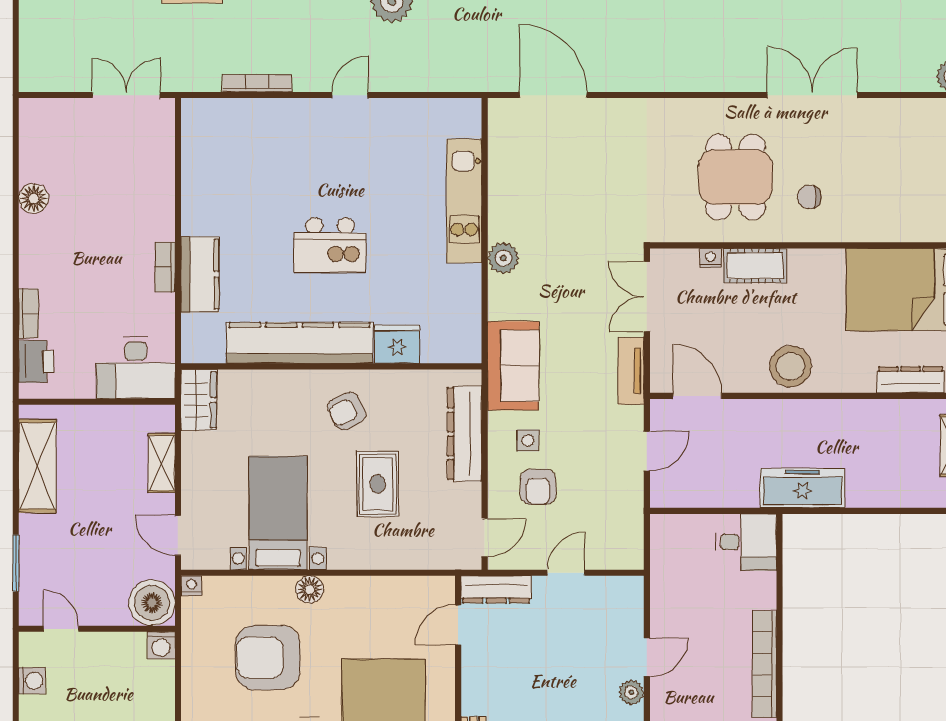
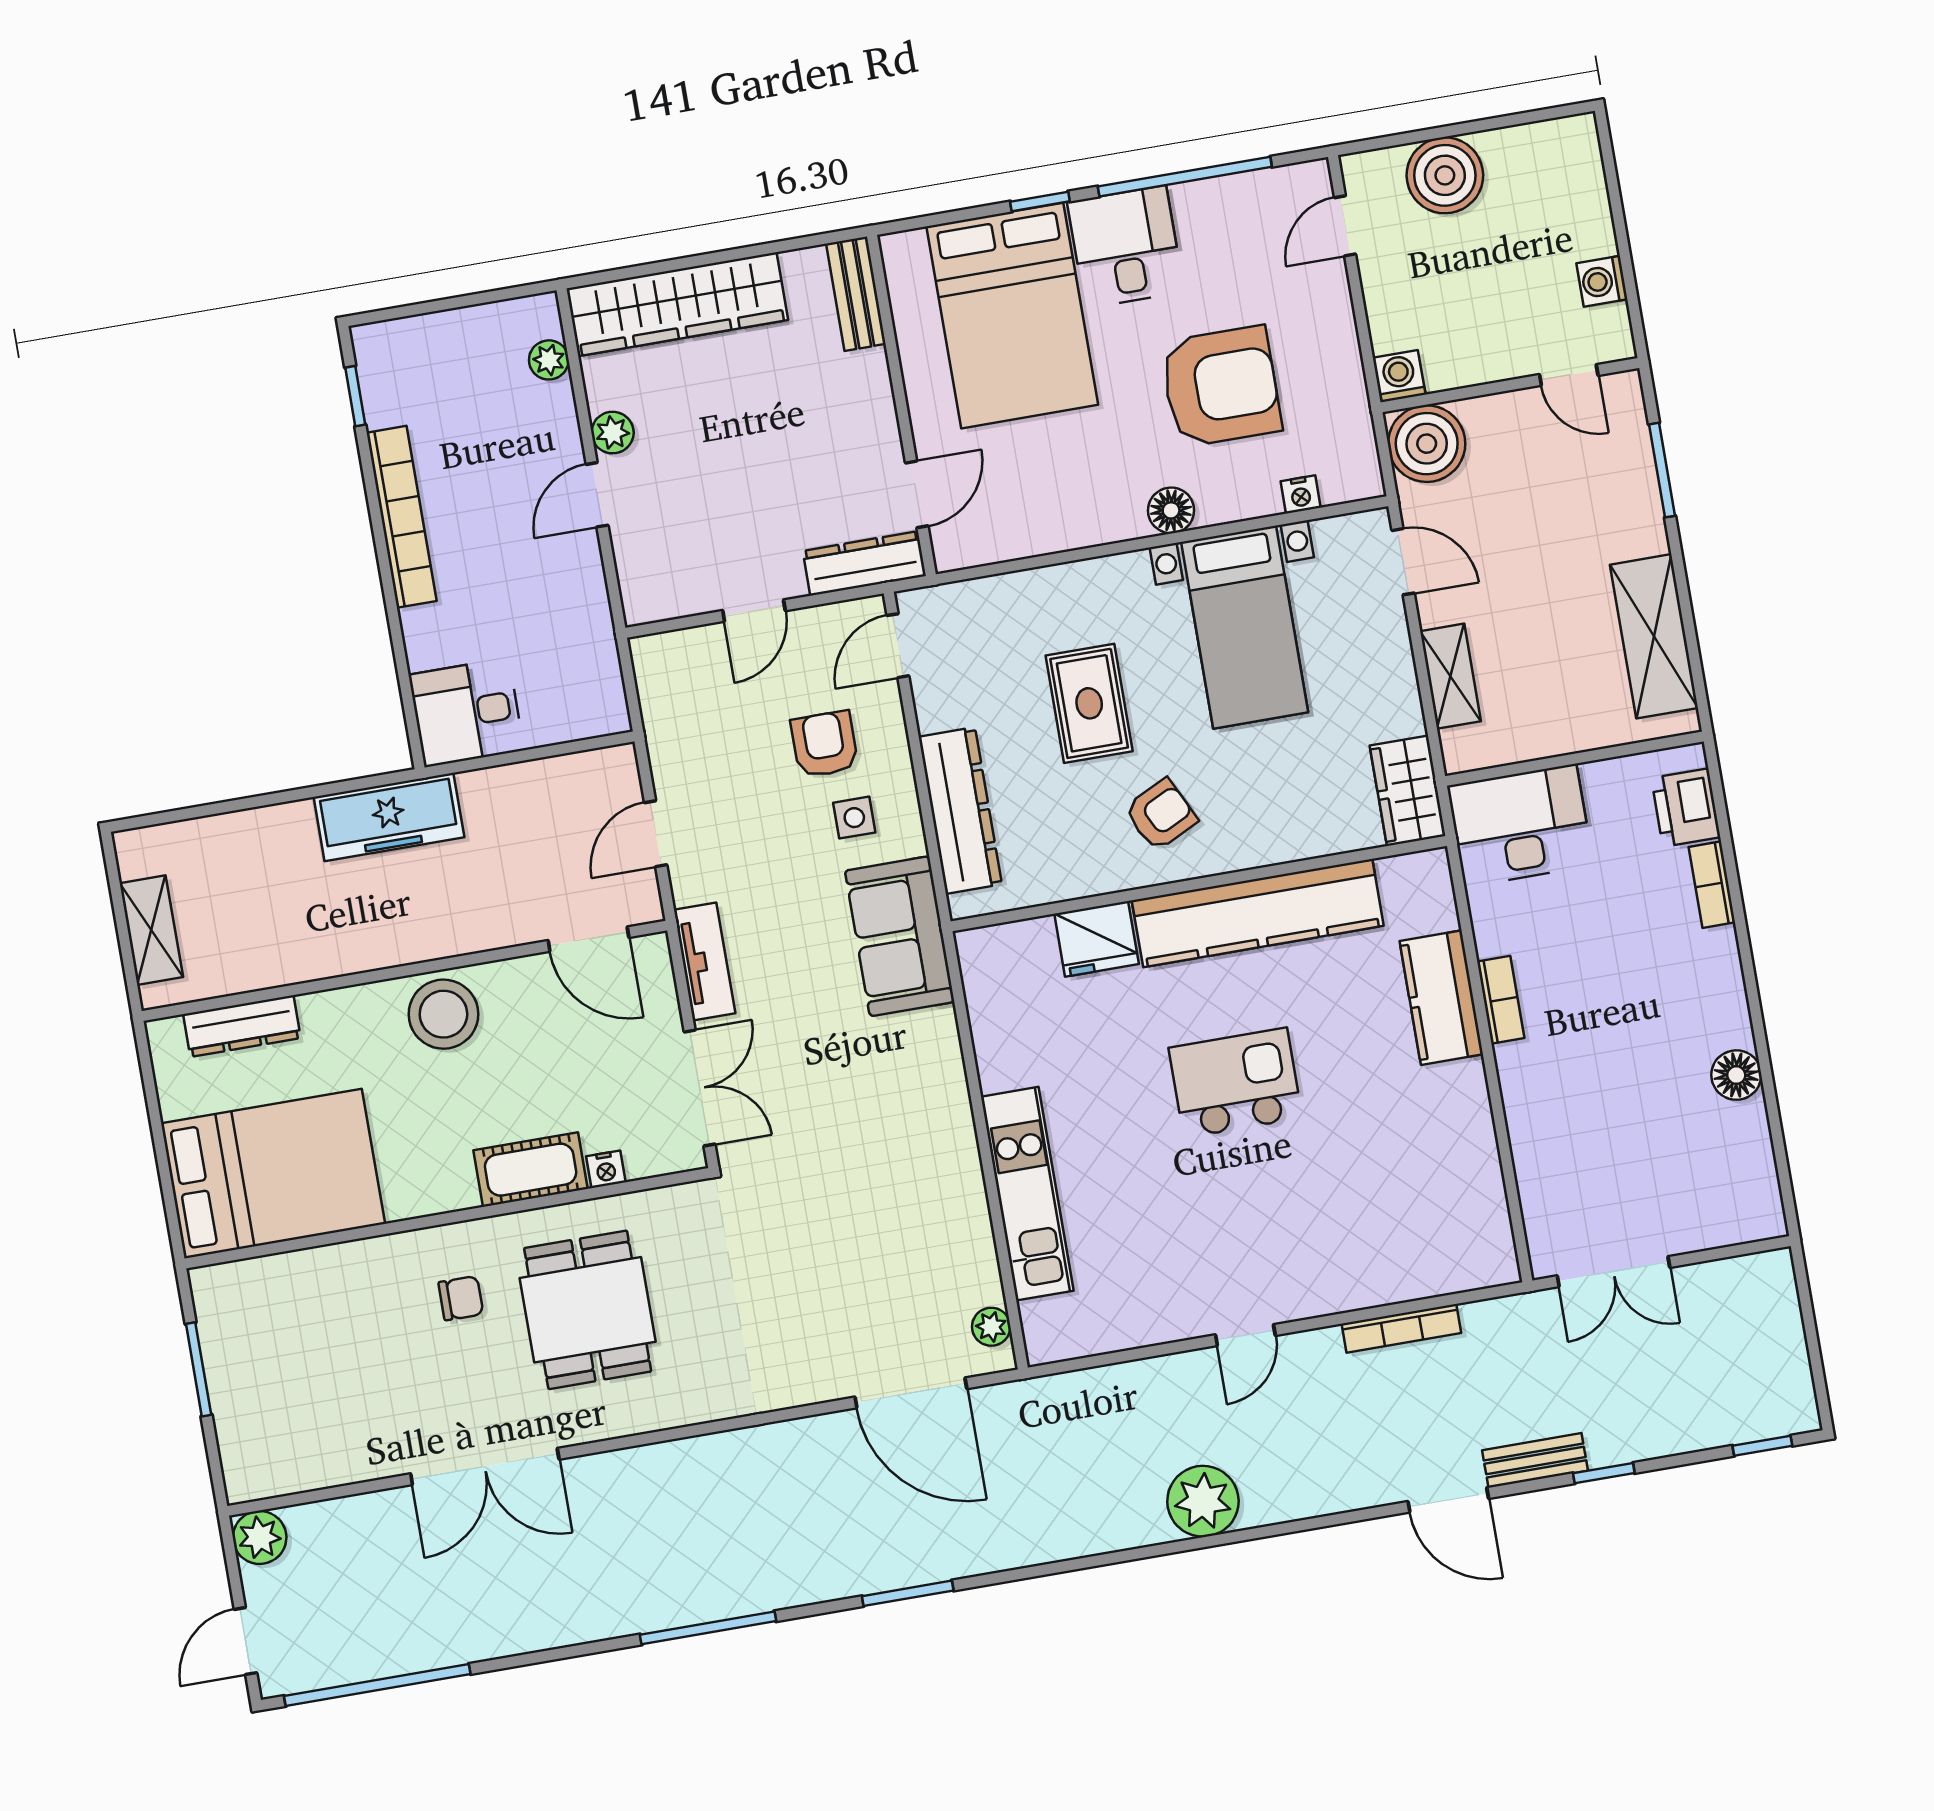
plant: (503, 258) -> (991, 1327), moved, width x0.73, depth x0.73
nightstand: (191, 586) -> (1301, 494), moved

